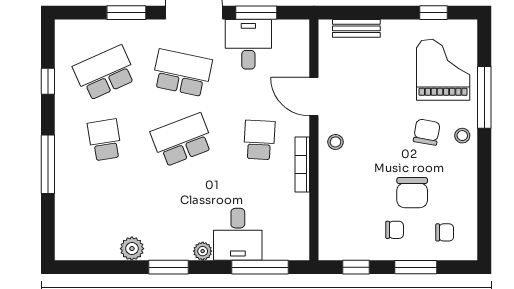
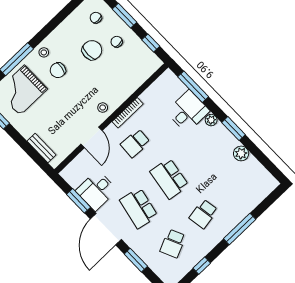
school desk: (105, 73) -> (173, 243), width x0.54
school desk: (182, 140) -> (169, 179), turned 30

